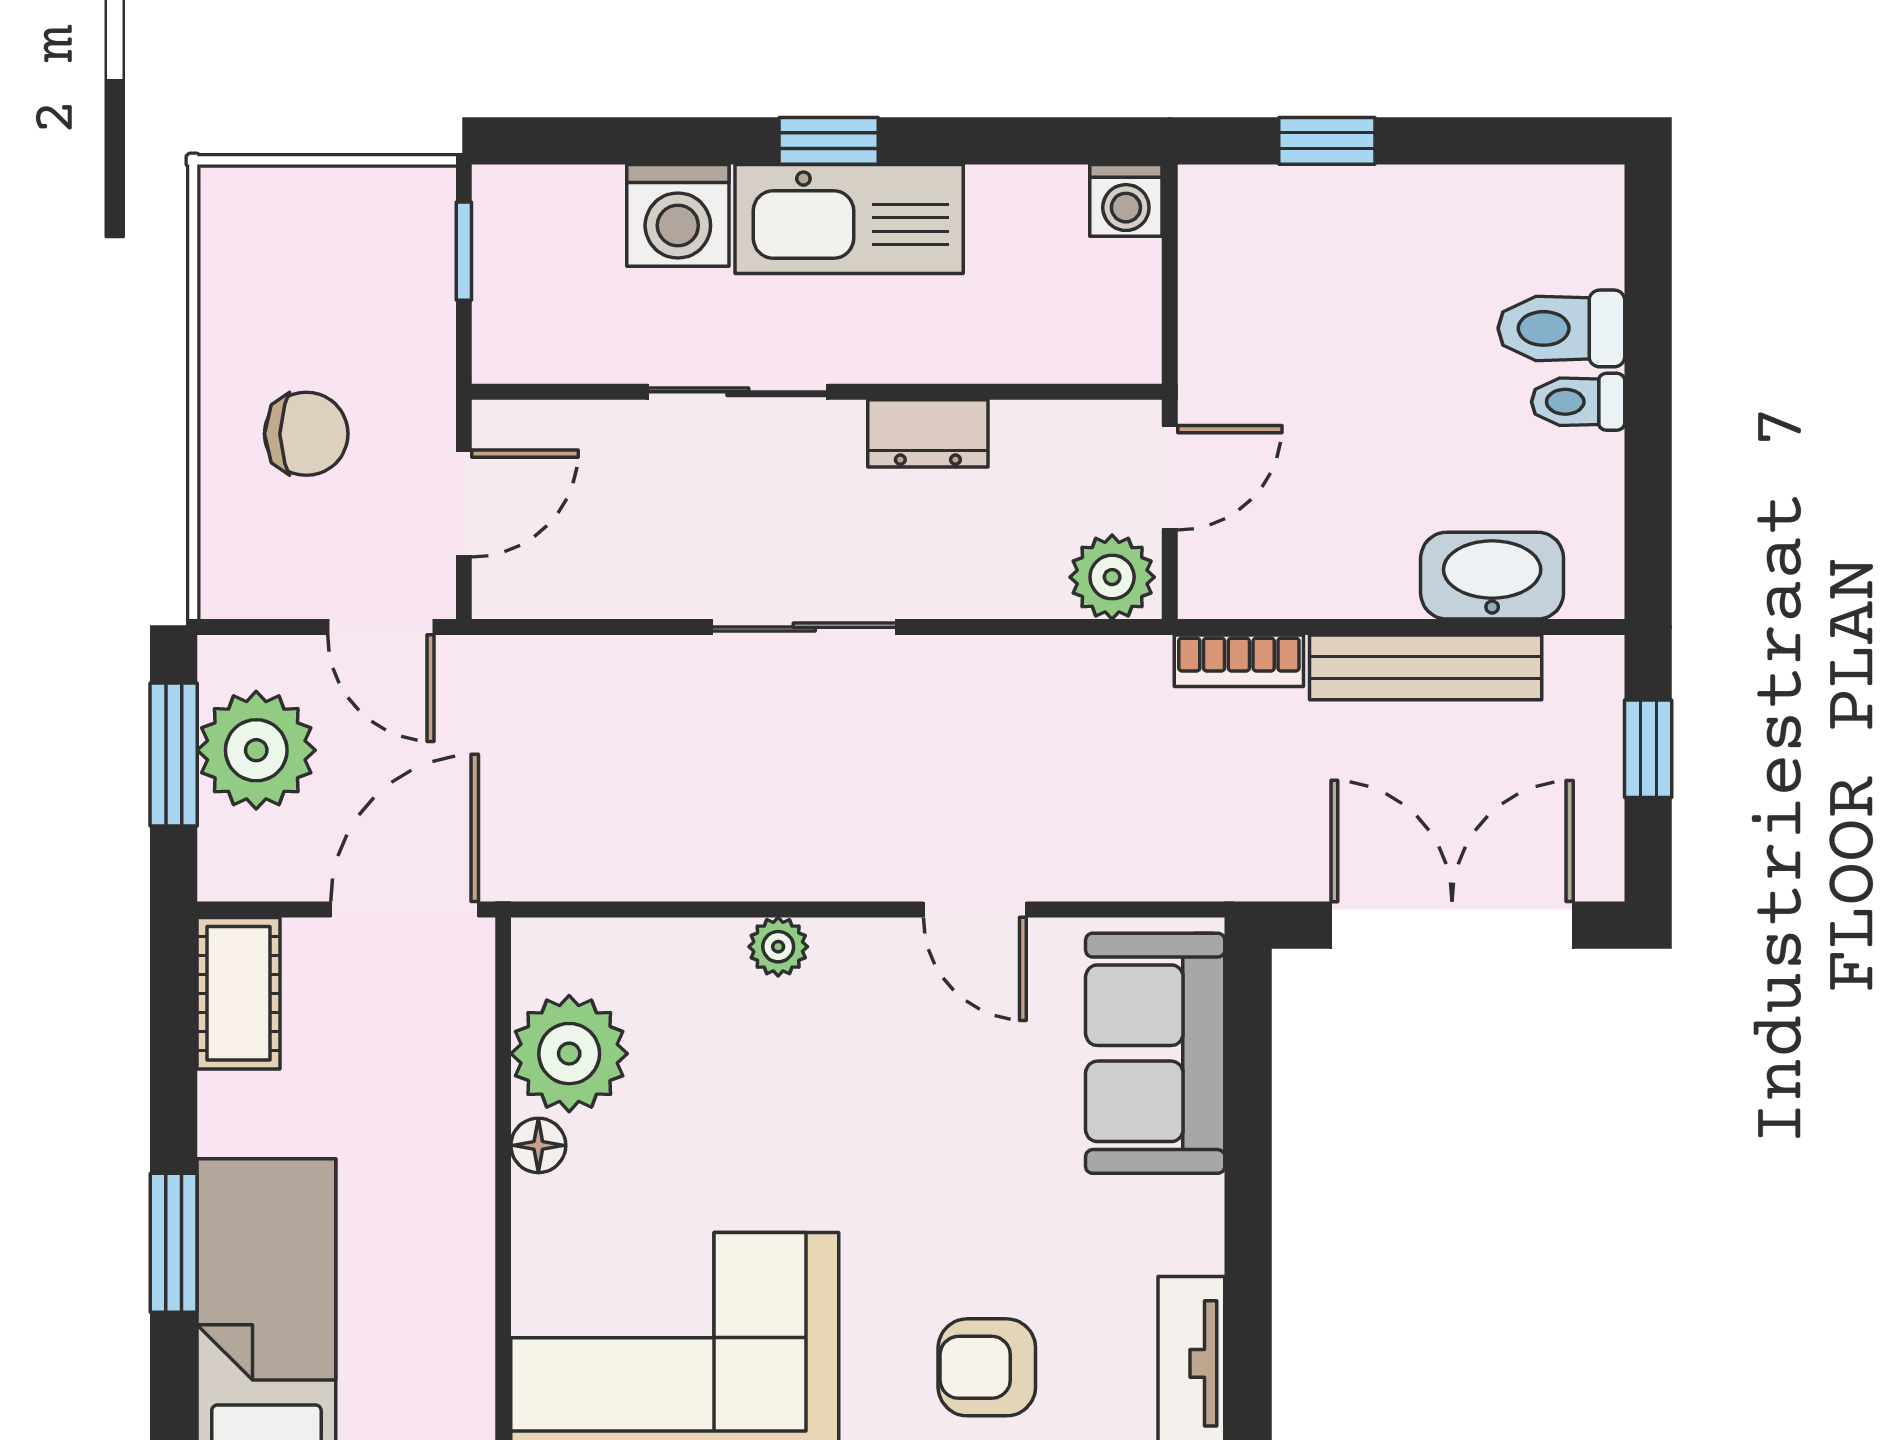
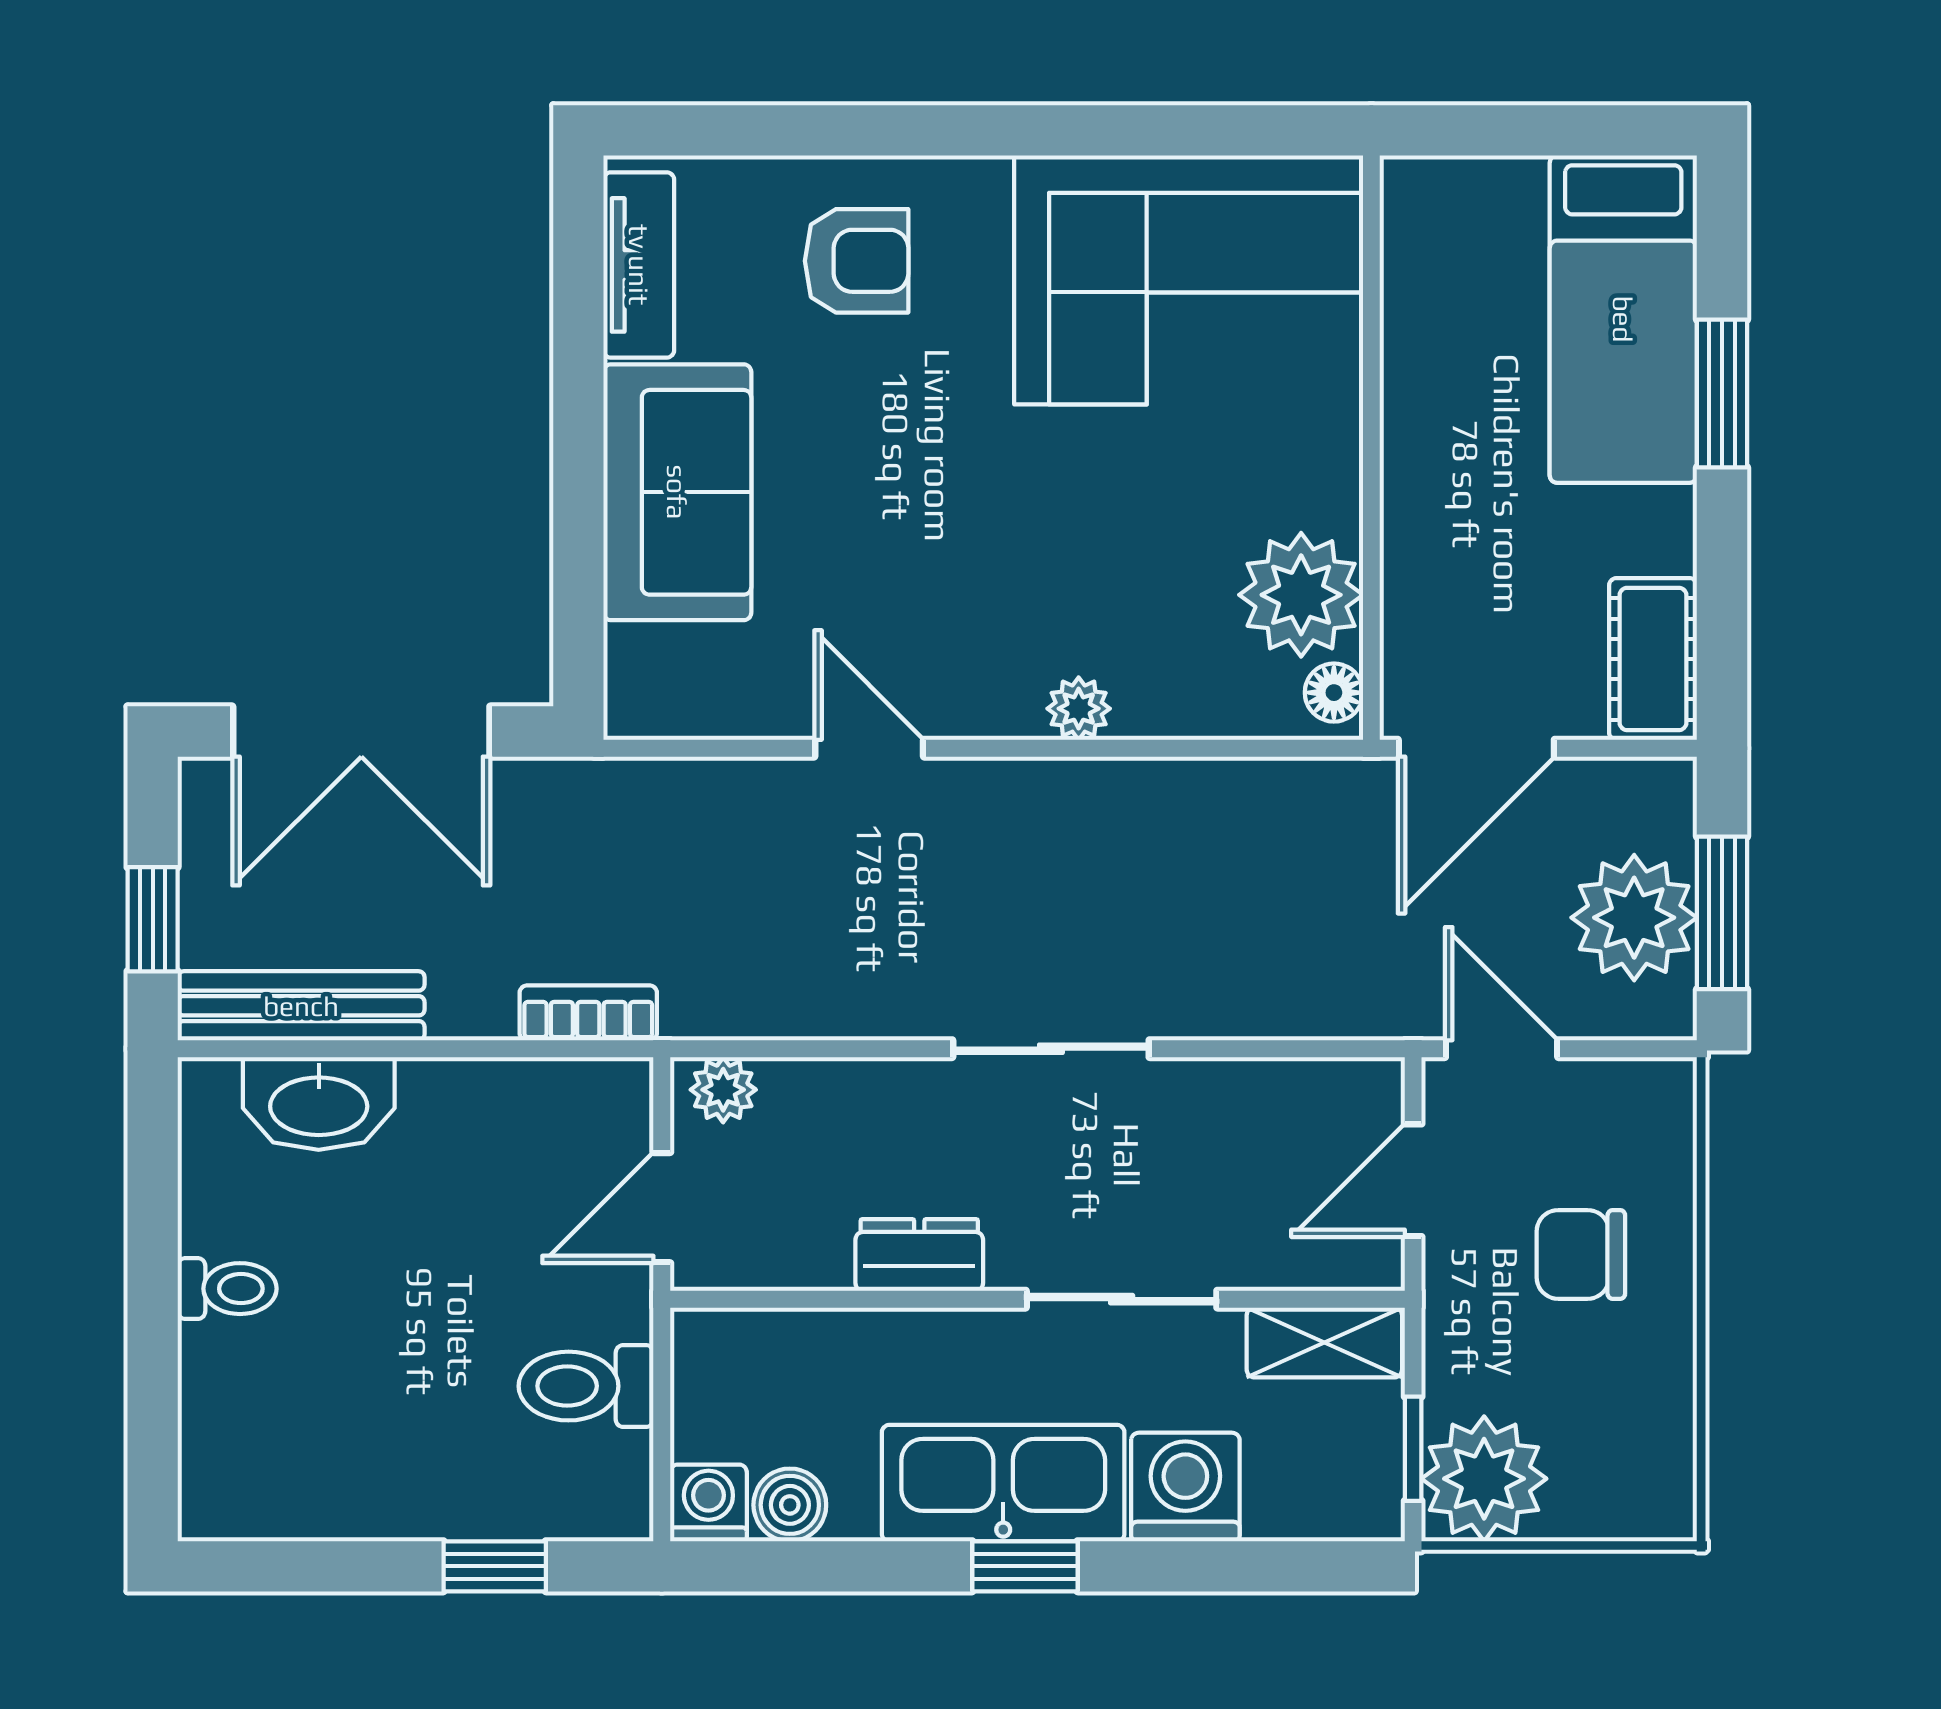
boiler: (1049, 198) -> (790, 1505), added
plant: (397, 223) -> (1484, 1479), added
toilet: (1561, 328) -> (586, 1386), moved, turned 180
shelving: (547, 351) -> (1324, 1342), added
plant: (1112, 577) -> (723, 1090), width x0.73, depth x0.73
bench: (1426, 667) -> (301, 1006), moved
sofa: (1155, 1053) -> (677, 492), moved
floor lamp: (538, 1145) -> (1334, 693), moved

